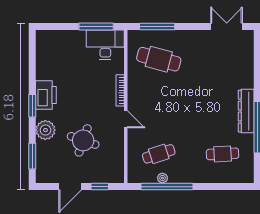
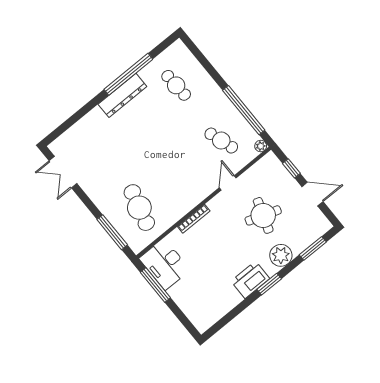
door: (126, 119) -> (228, 183), moved
plant: (162, 178) -> (261, 146), moved

